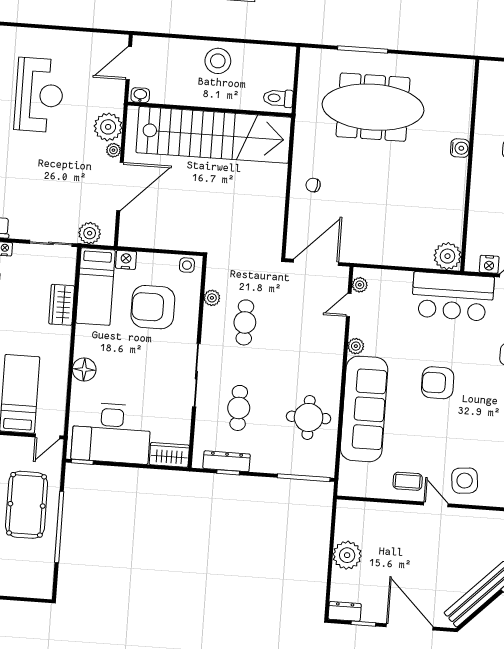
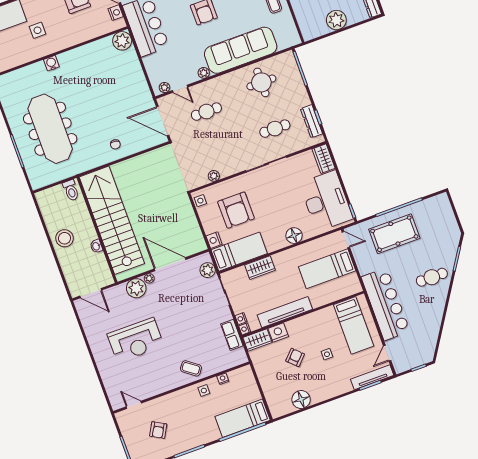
reception desk: (39, 95) -> (136, 340), turned 180
washbasin: (140, 95) -> (96, 246), moved
cafe table: (245, 322) -> (206, 112), moved

